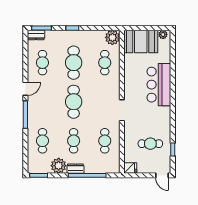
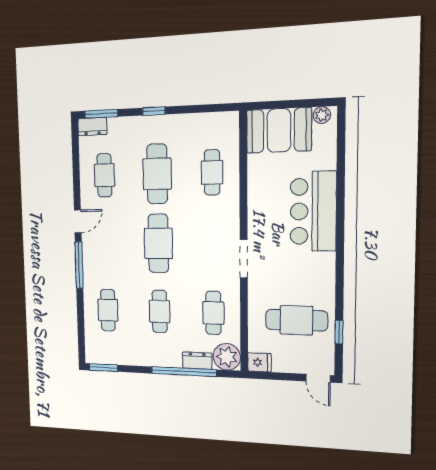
plant: (112, 37) -> (226, 125), removed
cafe table: (150, 144) -> (296, 320), width x1.37, depth x1.35
plant: (59, 166) -> (227, 357), moved
dresser: (75, 169) -> (197, 361), moved

